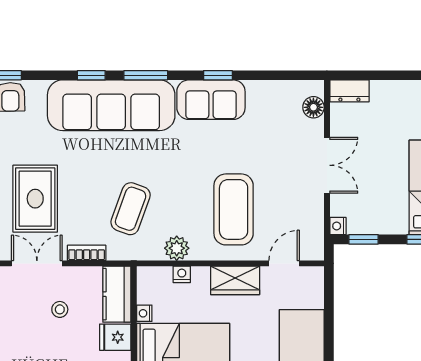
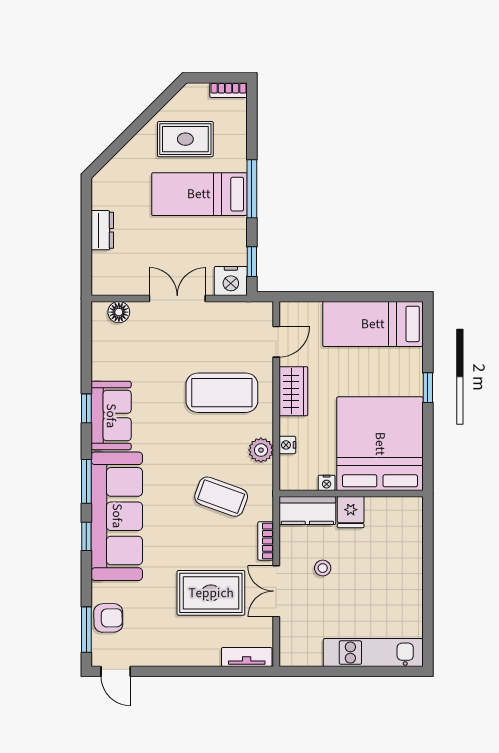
dresser: (349, 91) -> (102, 230), moved
nightstand: (338, 226) -> (231, 281), width x1.89, depth x1.79
door: (284, 263) -> (276, 342), swing flipped

